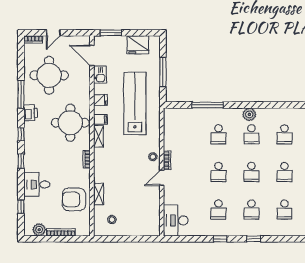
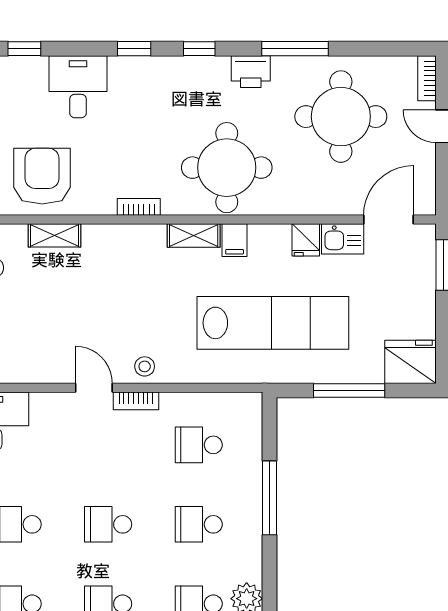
fridge: (138, 45) -> (410, 362), moved, turned 90
fridge: (100, 100) -> (306, 240), moved
school desk: (185, 134) -> (199, 445), added

